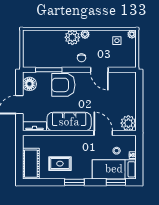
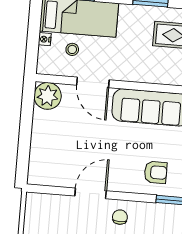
door: (99, 70) -> (91, 193), hinge flipped
armchair: (63, 85) -> (156, 172), width x0.53, depth x0.53

